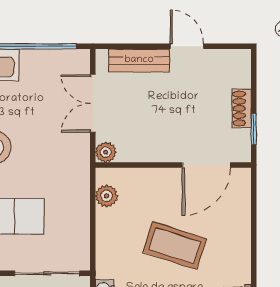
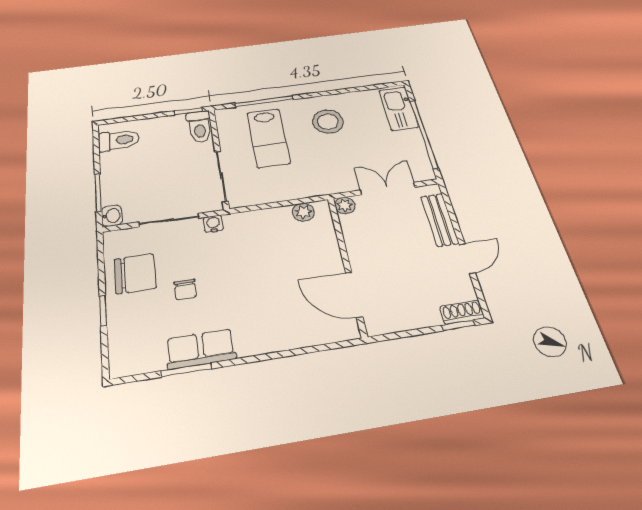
shoe rack: (242, 108) -> (462, 312), moved
window: (254, 129) -> (458, 325), moved
coffee table: (175, 246) -> (266, 278), removed

